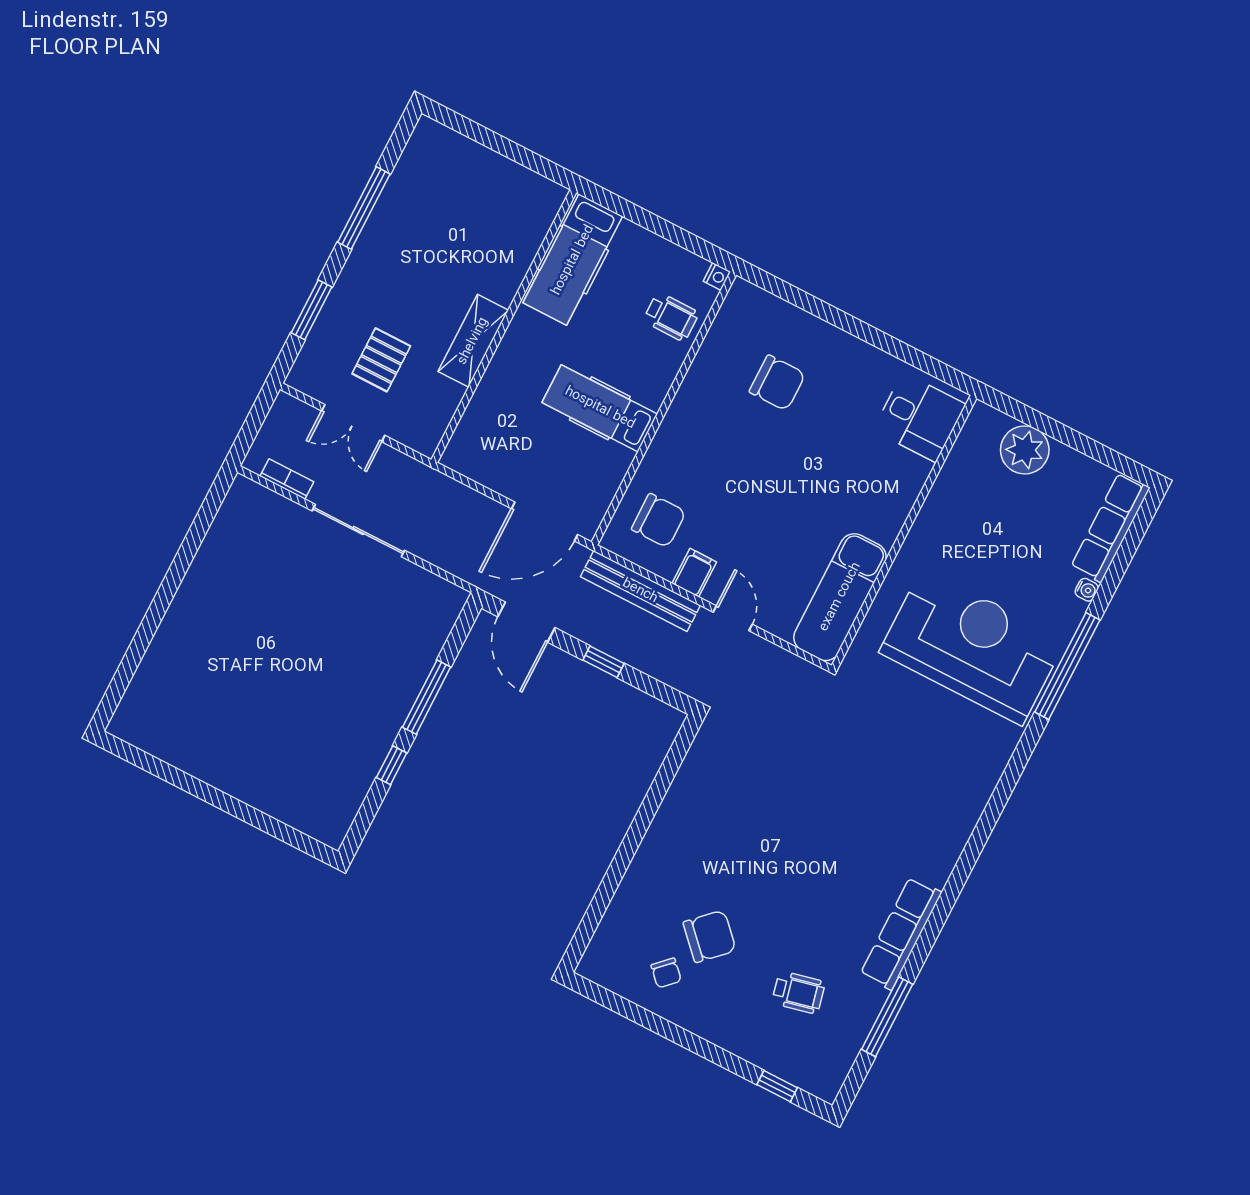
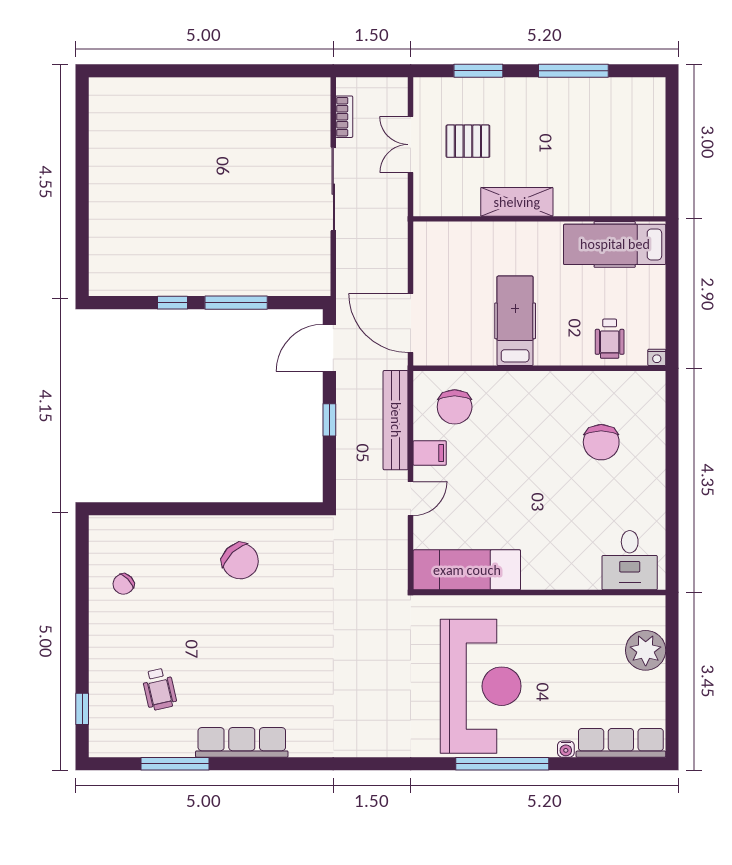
chair: (710, 936) -> (240, 561), moved

